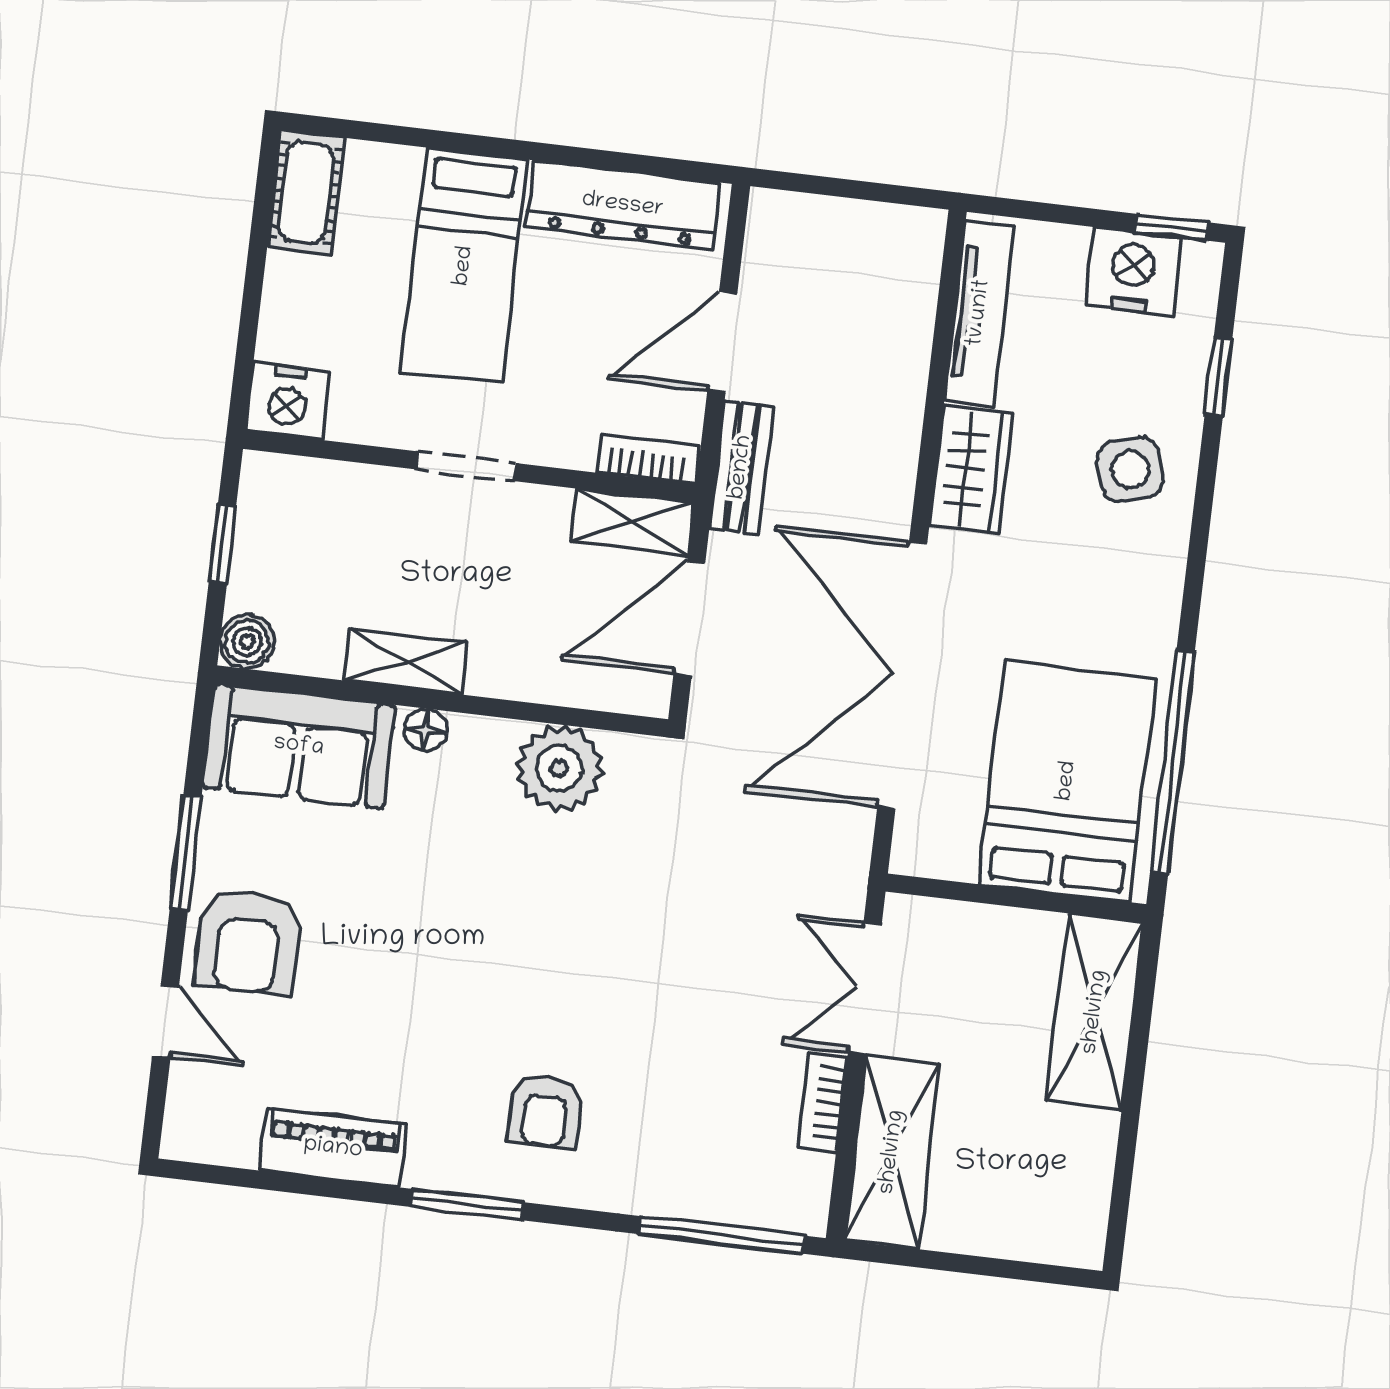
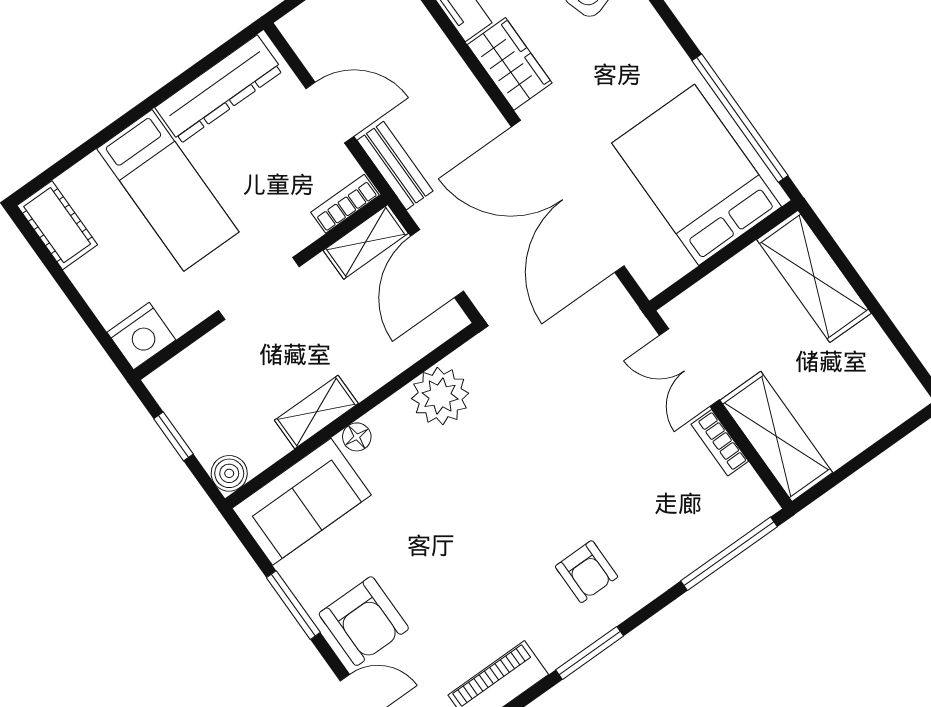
door: (722, 342) -> (330, 113), swing flipped
doorway: (466, 466) -> (259, 289), width x1.38

